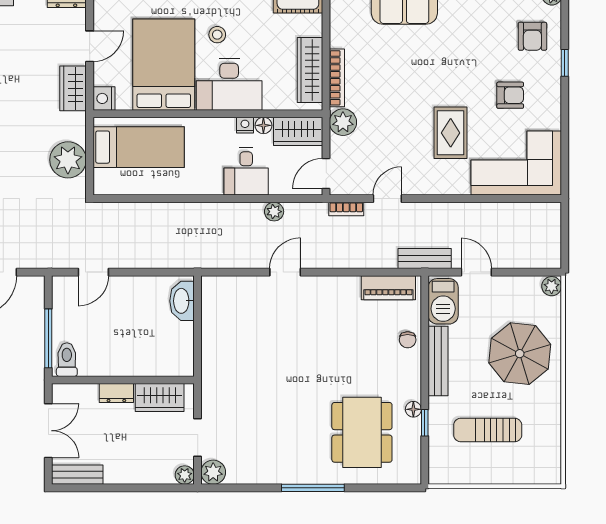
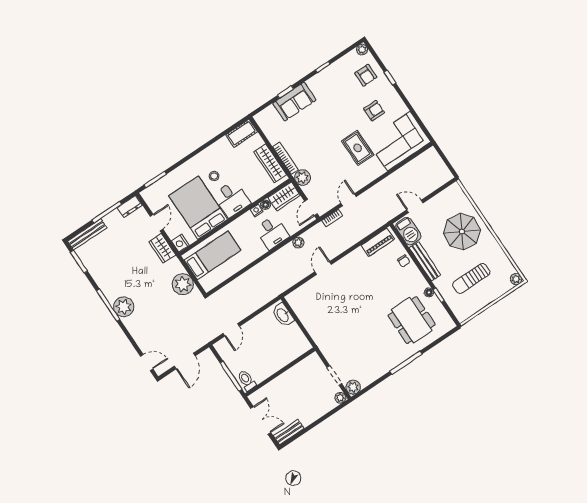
desk: (229, 85) -> (232, 199), width x0.73
bench: (425, 259) -> (386, 217), removed
plant: (552, 286) -> (516, 279), moved
dresser: (116, 393) -> (281, 380), removed
wardrobe: (160, 398) -> (303, 369), removed

